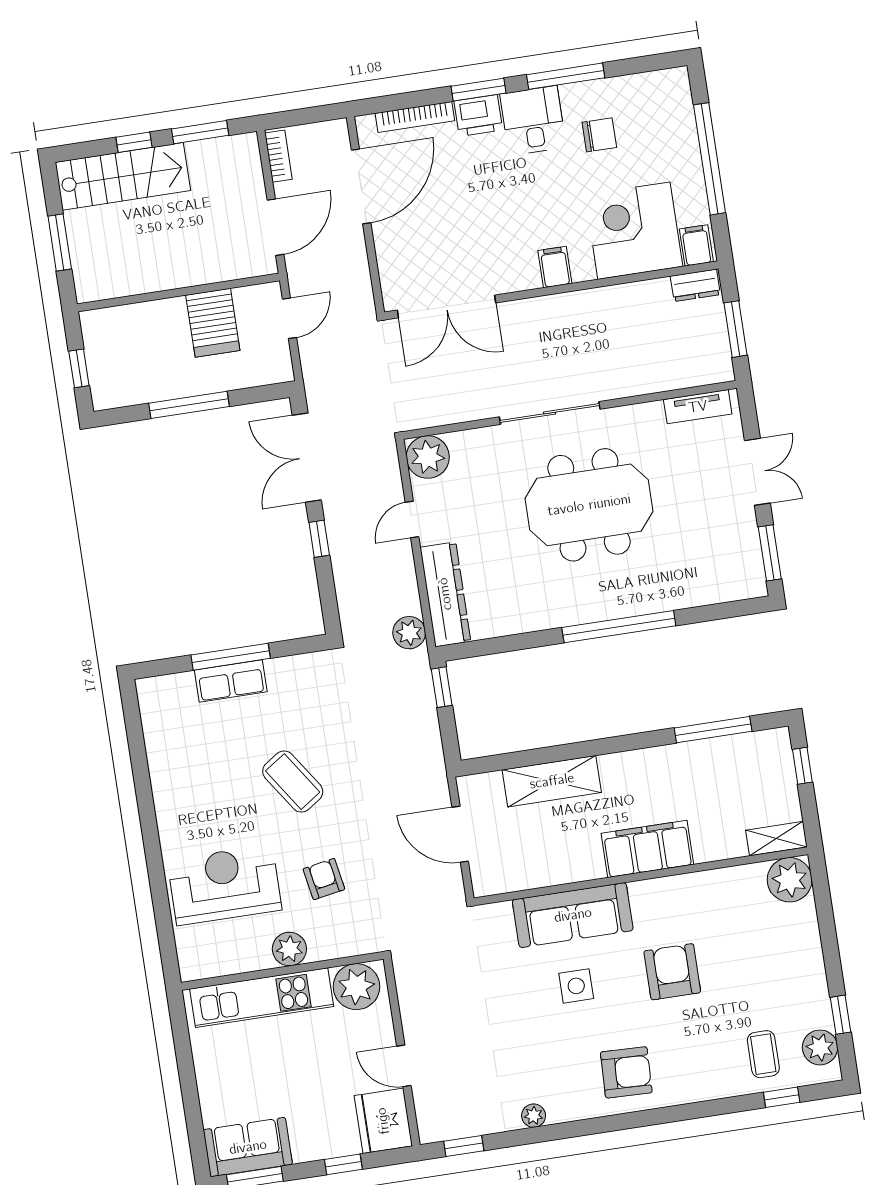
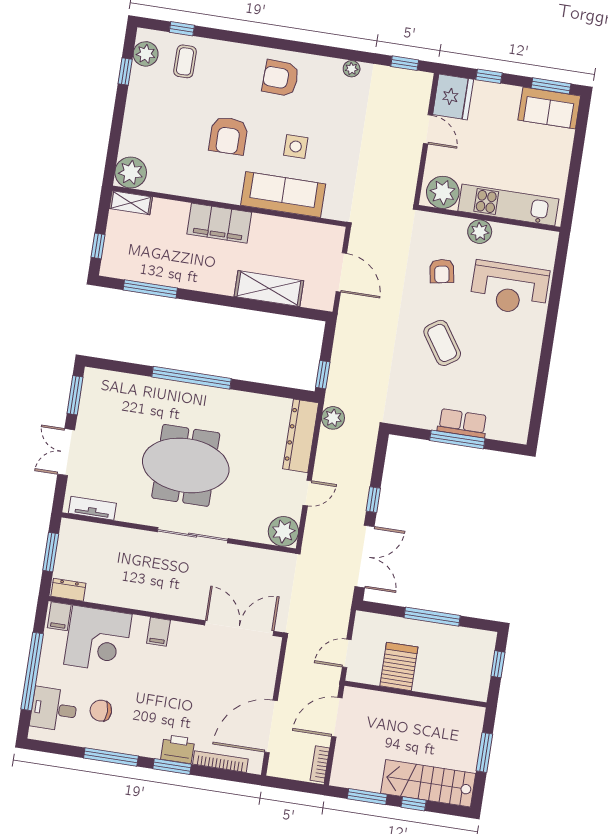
desk: (533, 121) -> (54, 709), moved, turned 90

